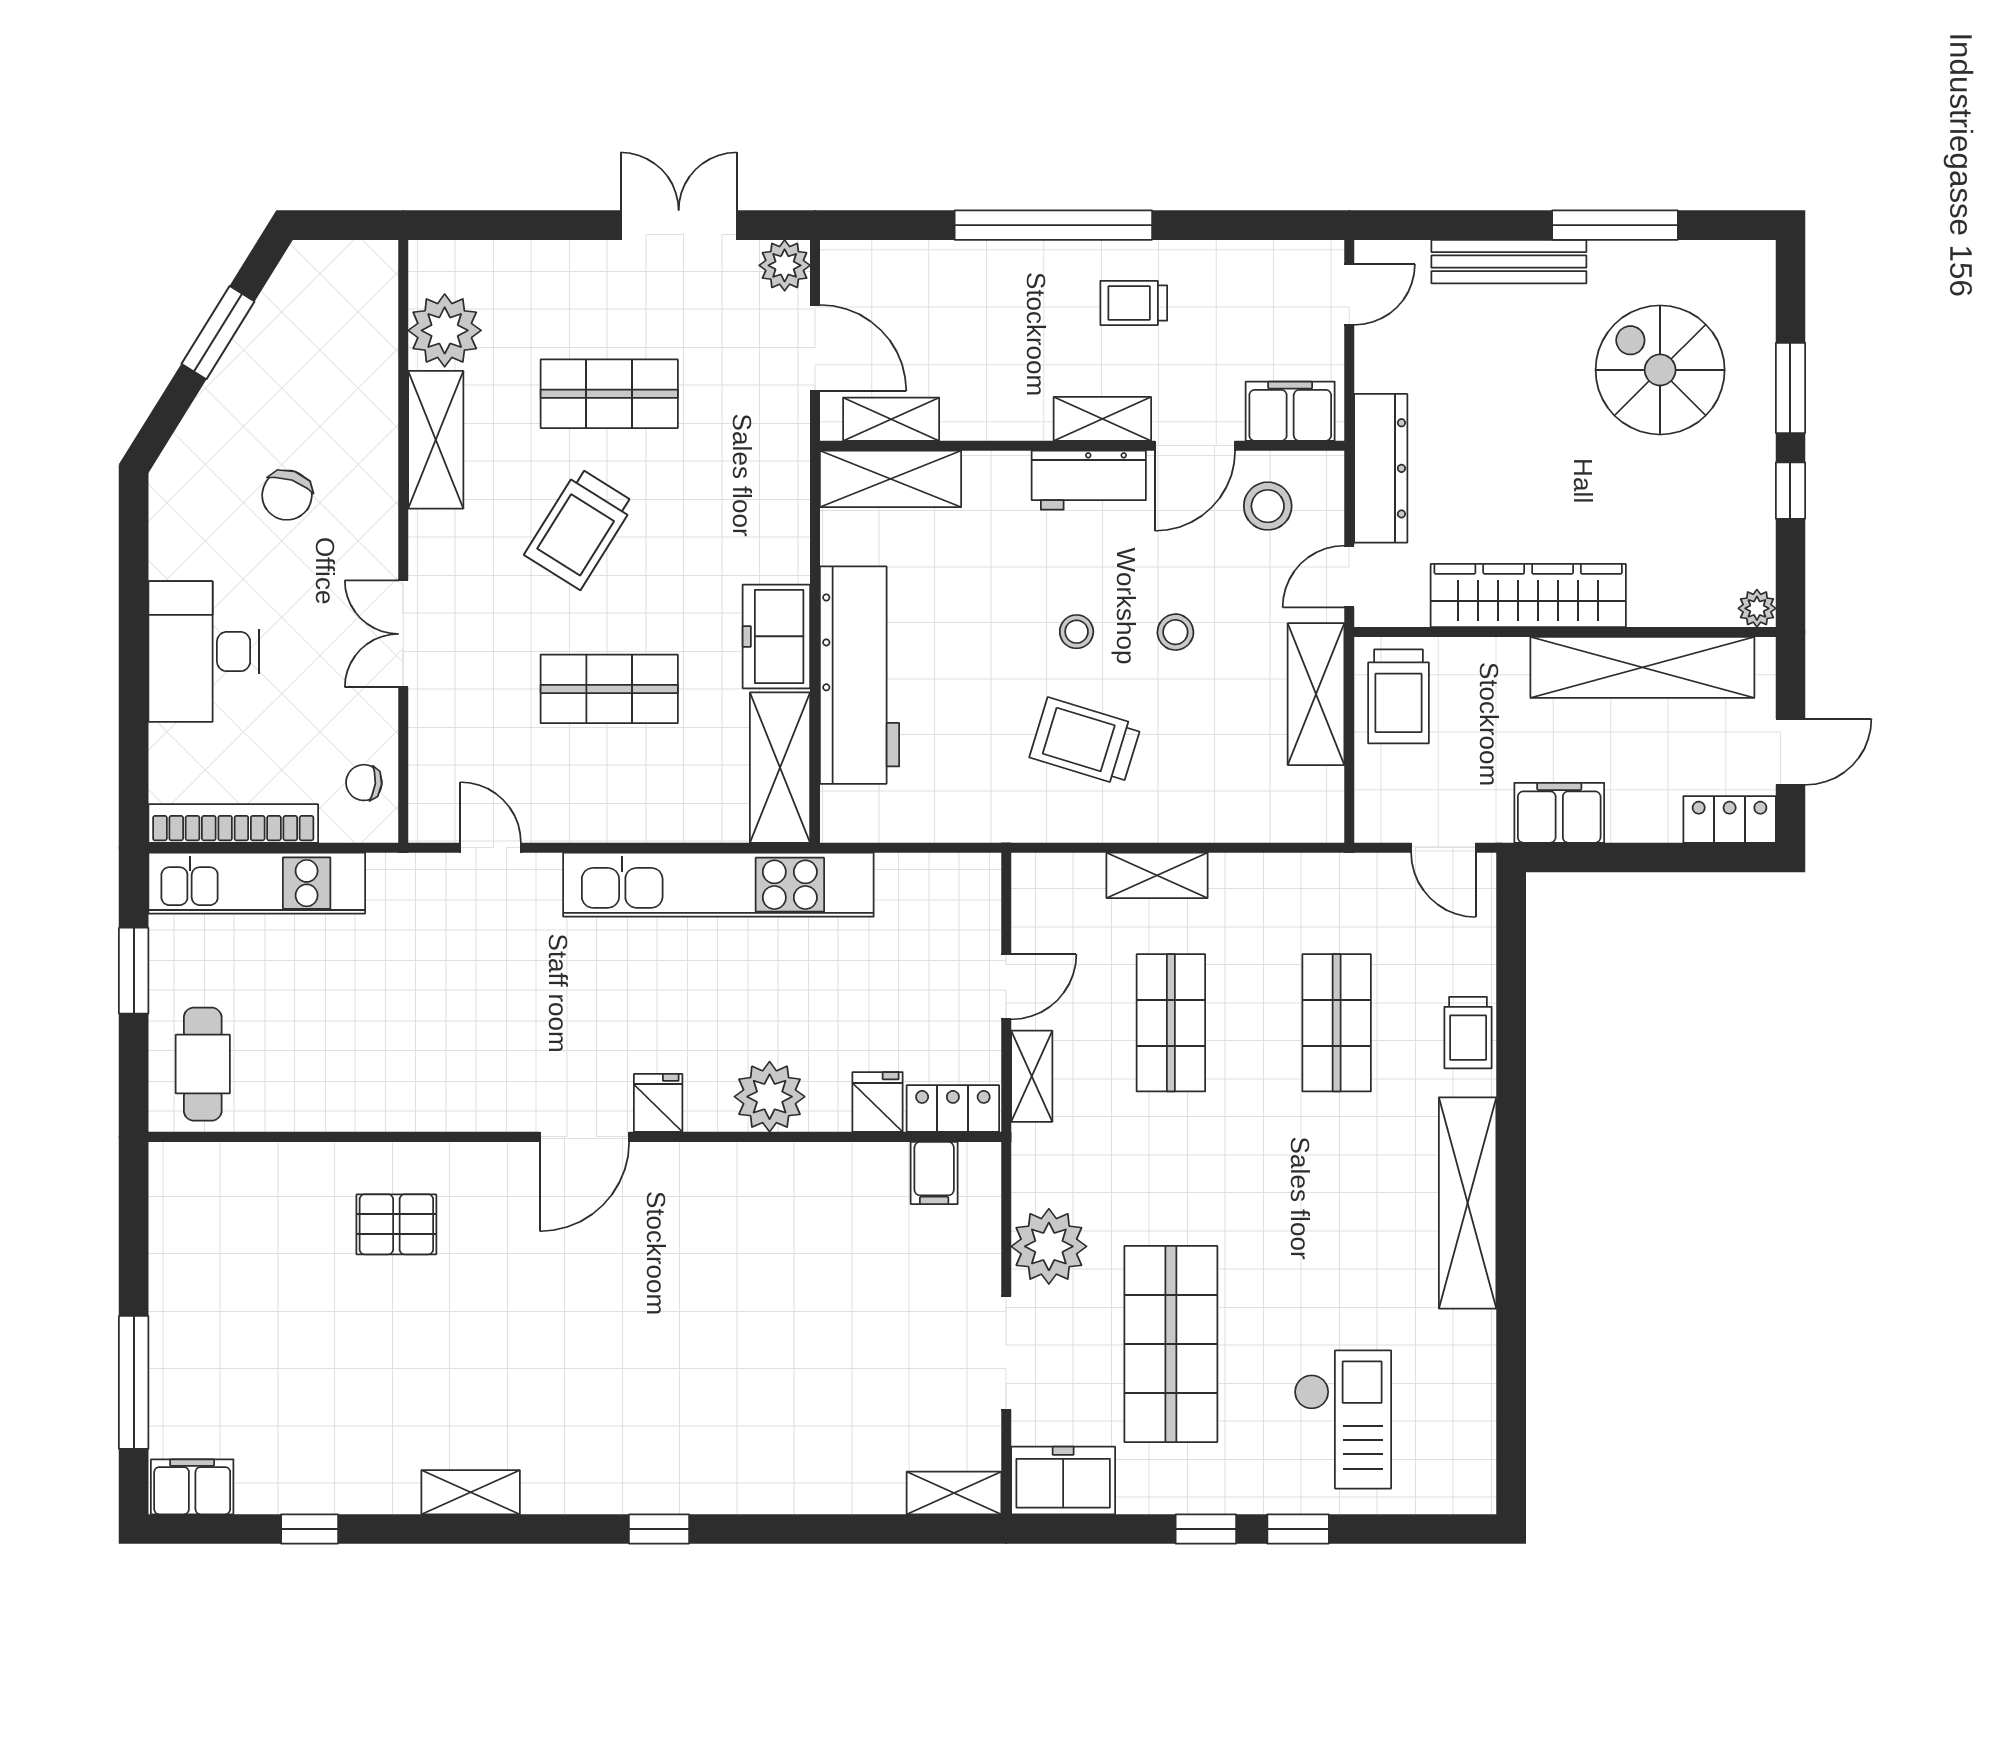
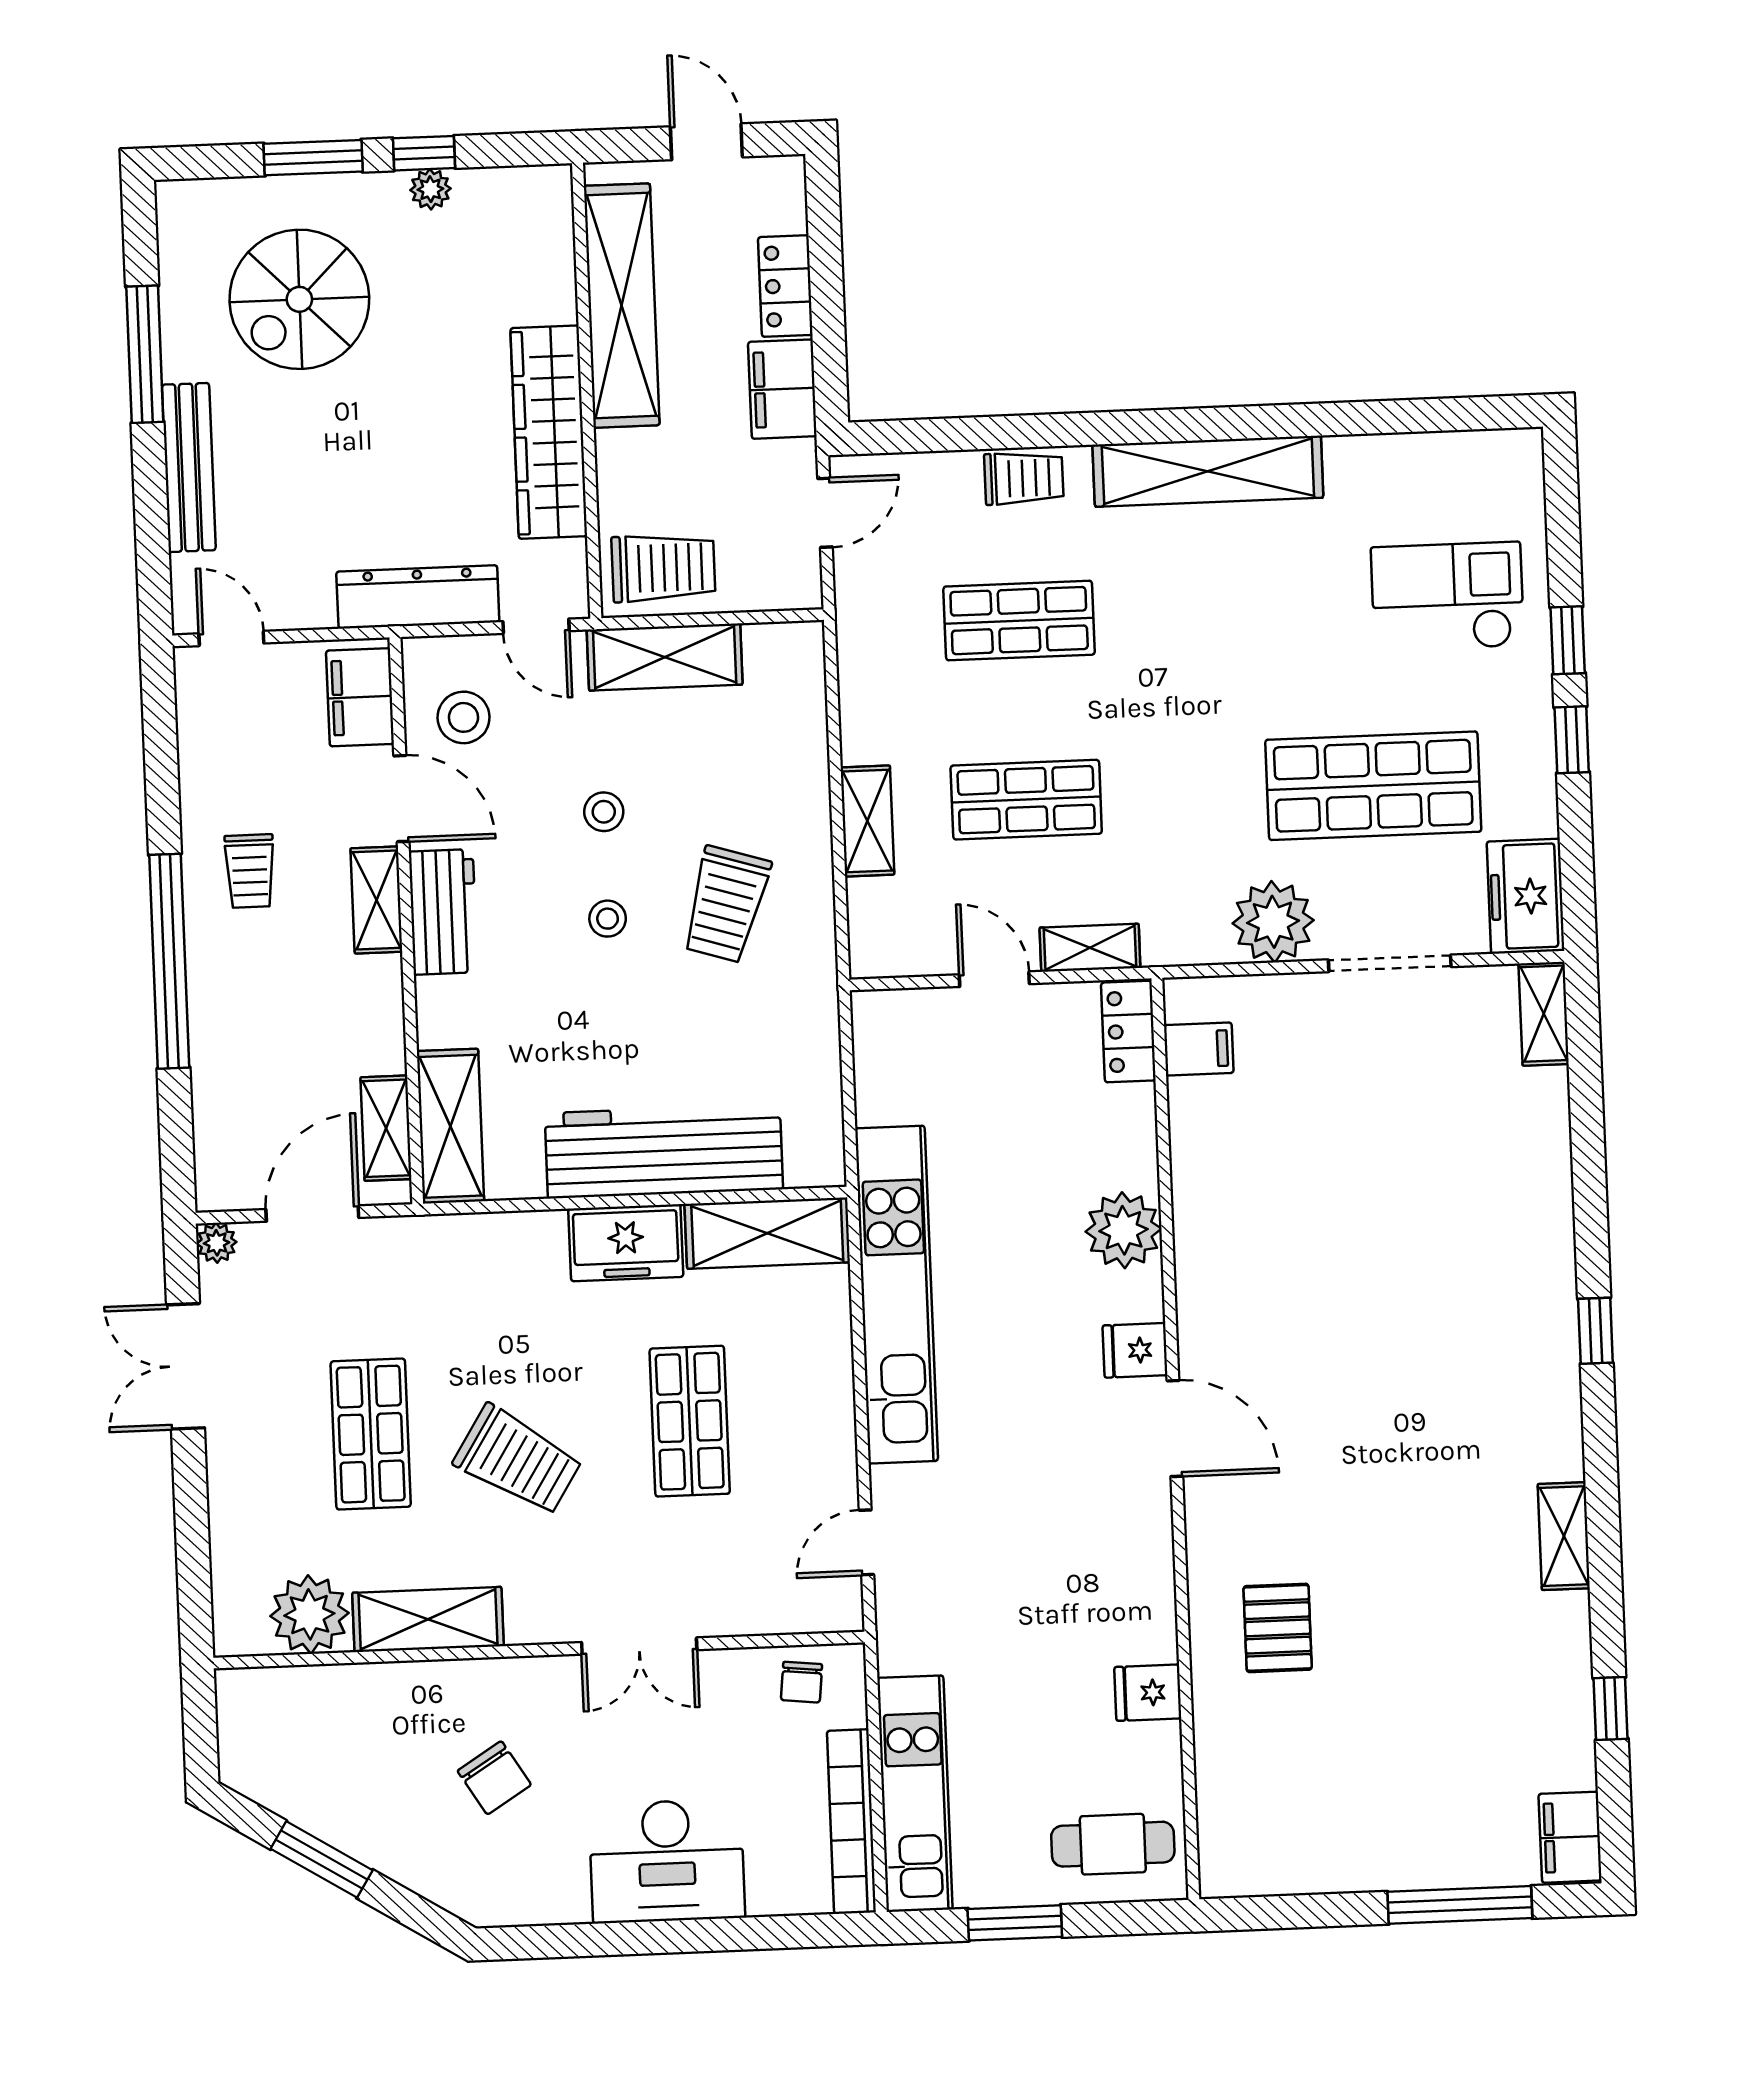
plant: (785, 265) -> (217, 1243), width x0.73, depth x0.73
chair: (287, 495) -> (494, 1778), turned 39
plant: (1757, 608) -> (430, 189), moved
locker: (1730, 819) -> (785, 286), moved
fridge: (878, 1102) -> (1148, 1693), moved

